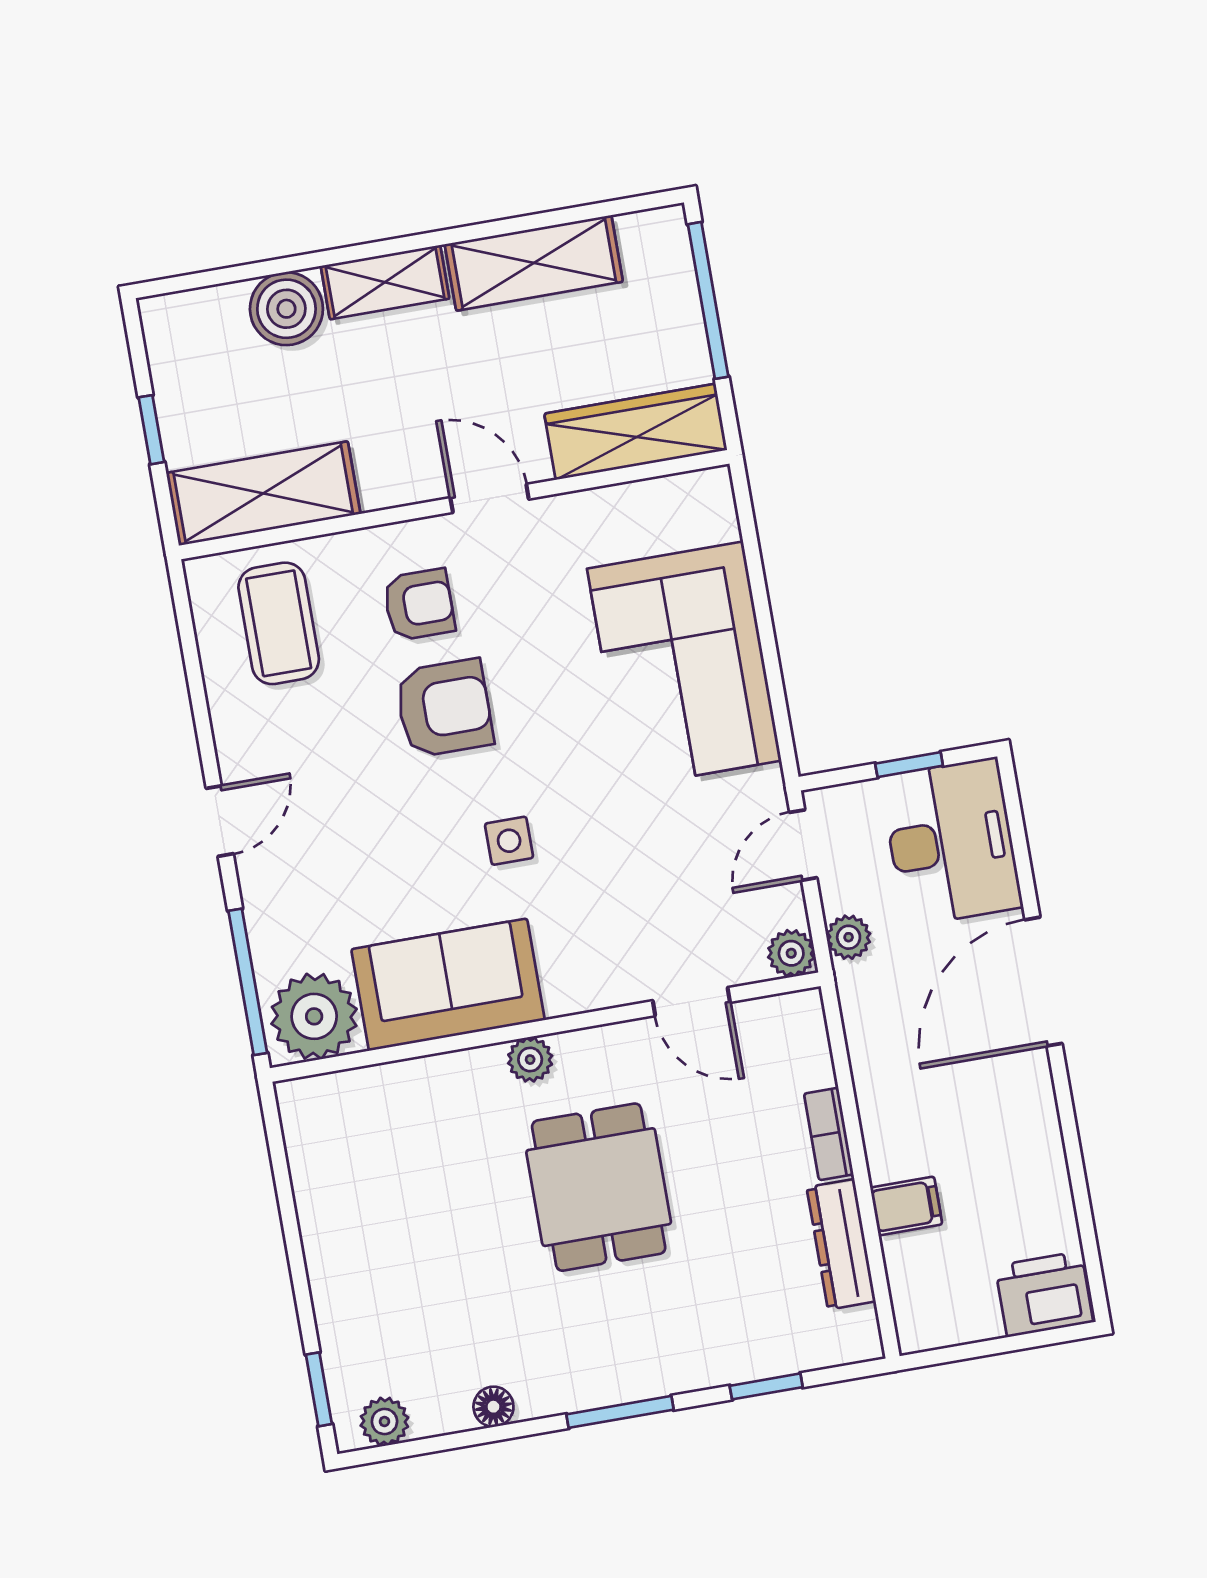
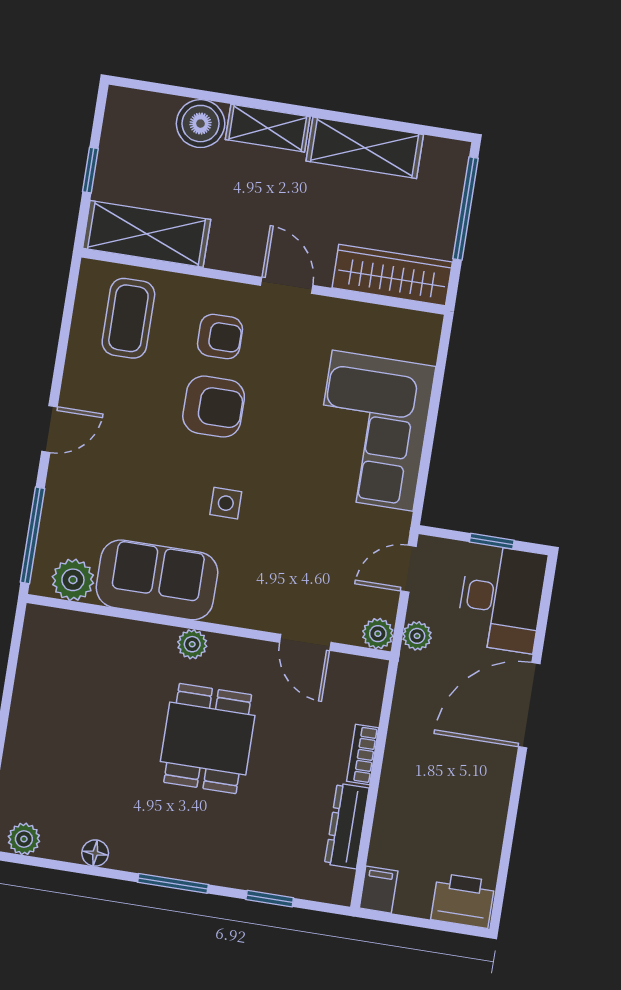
plant: (314, 1016) -> (73, 580), width x0.73, depth x0.73
filing cabinet: (906, 1206) -> (379, 890), moved, turned -90

